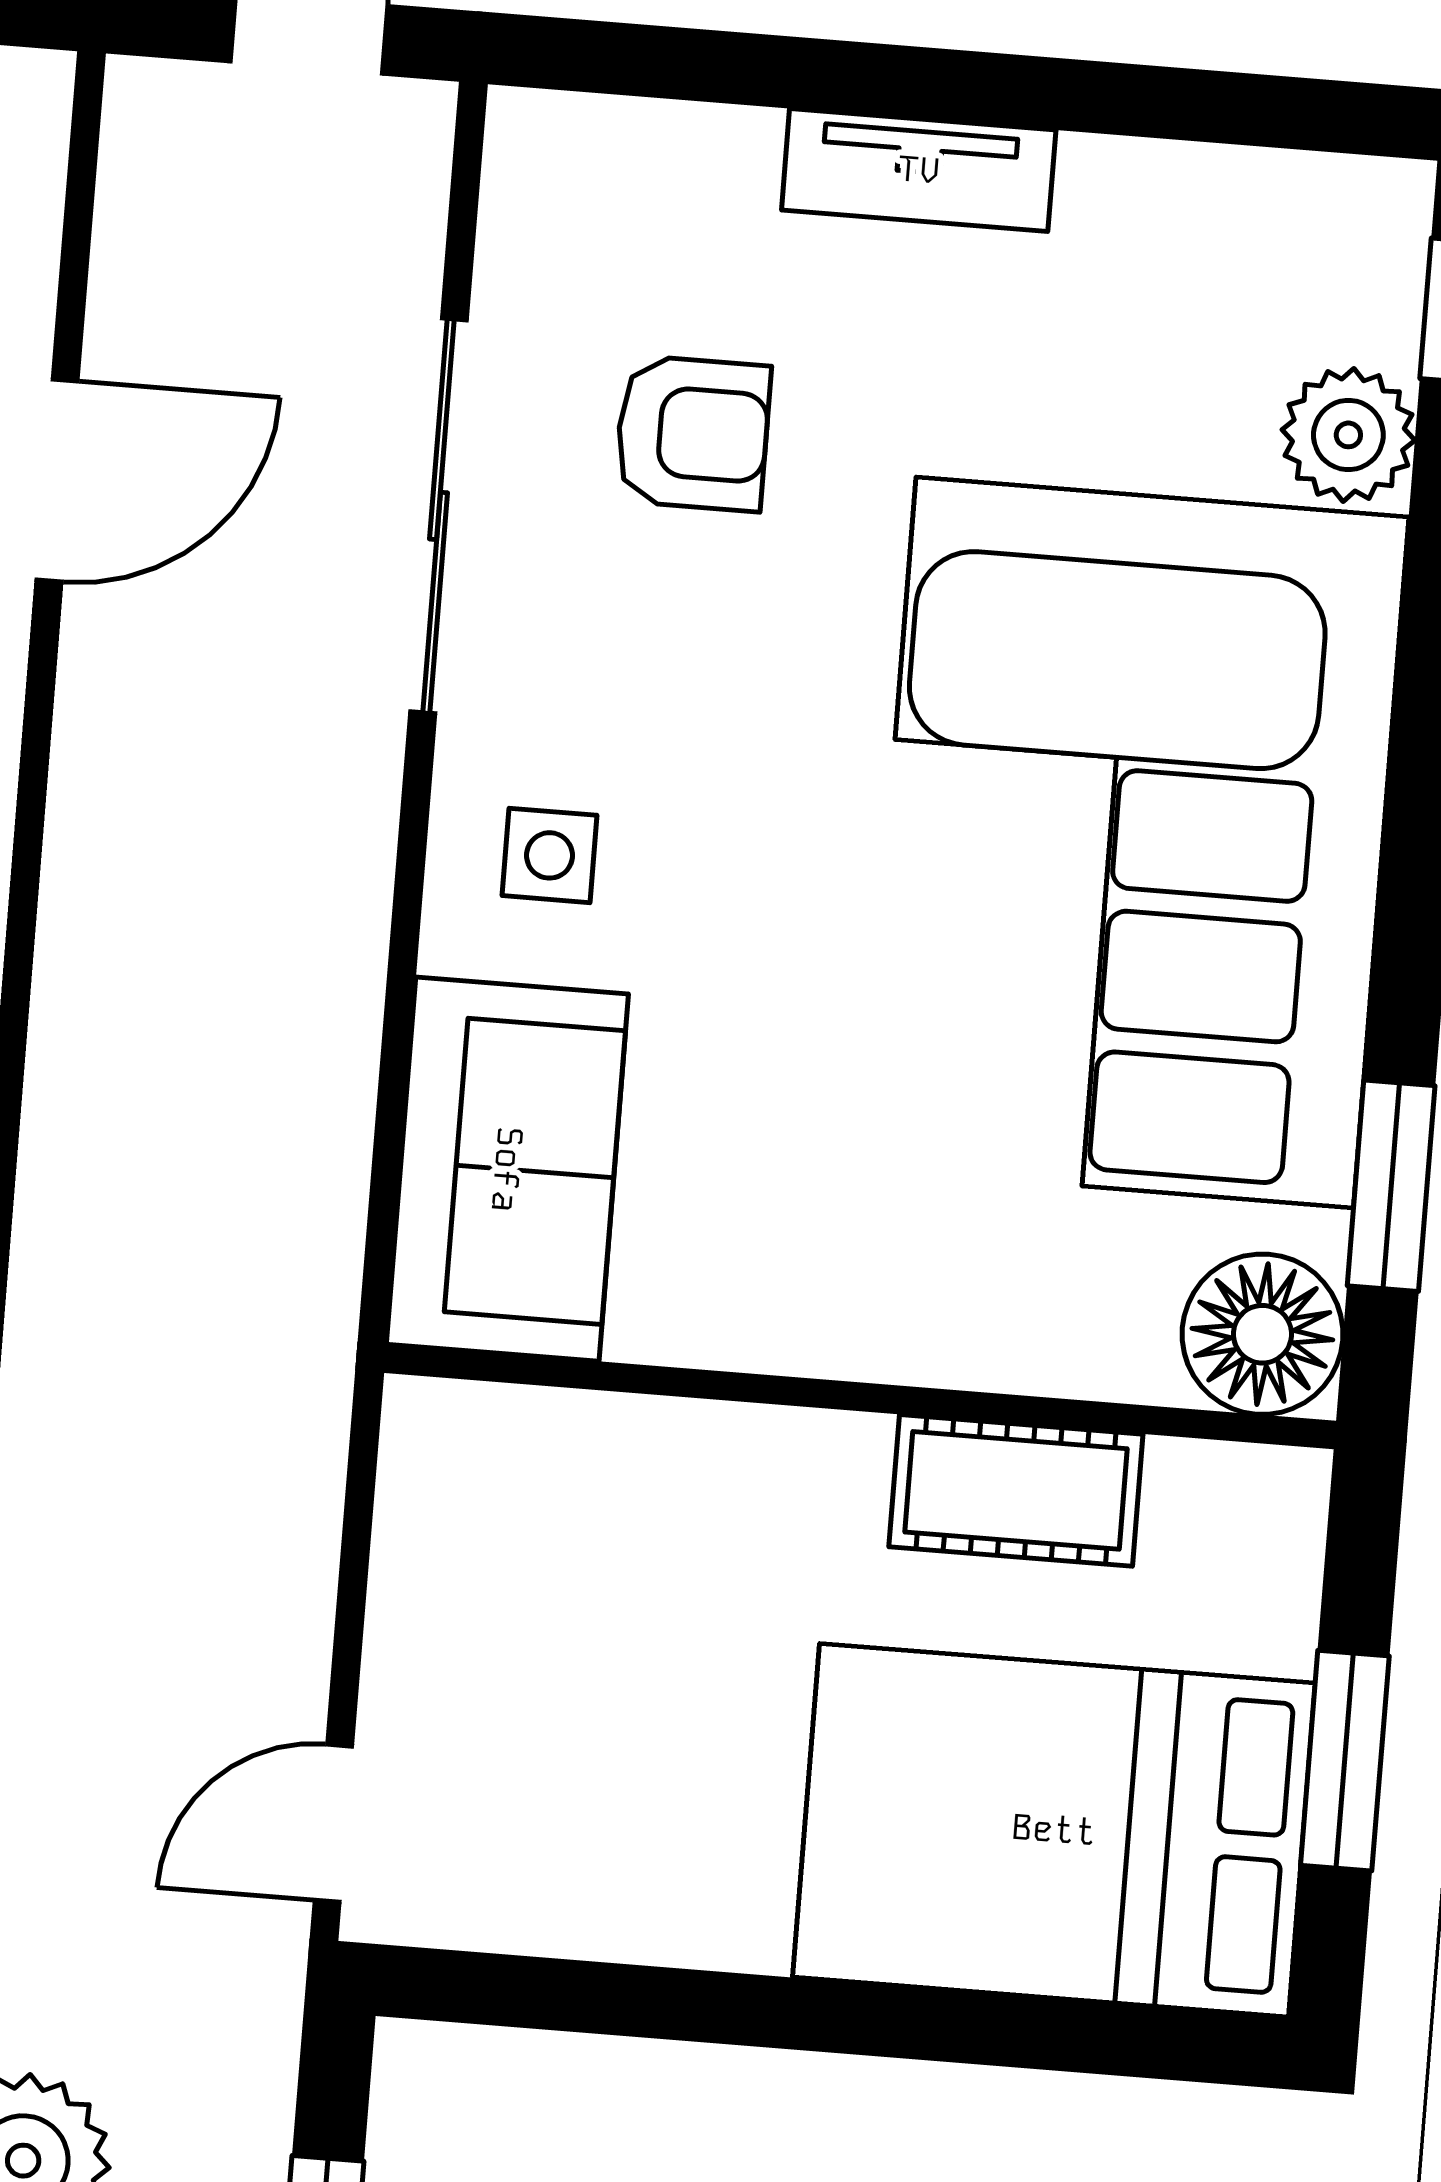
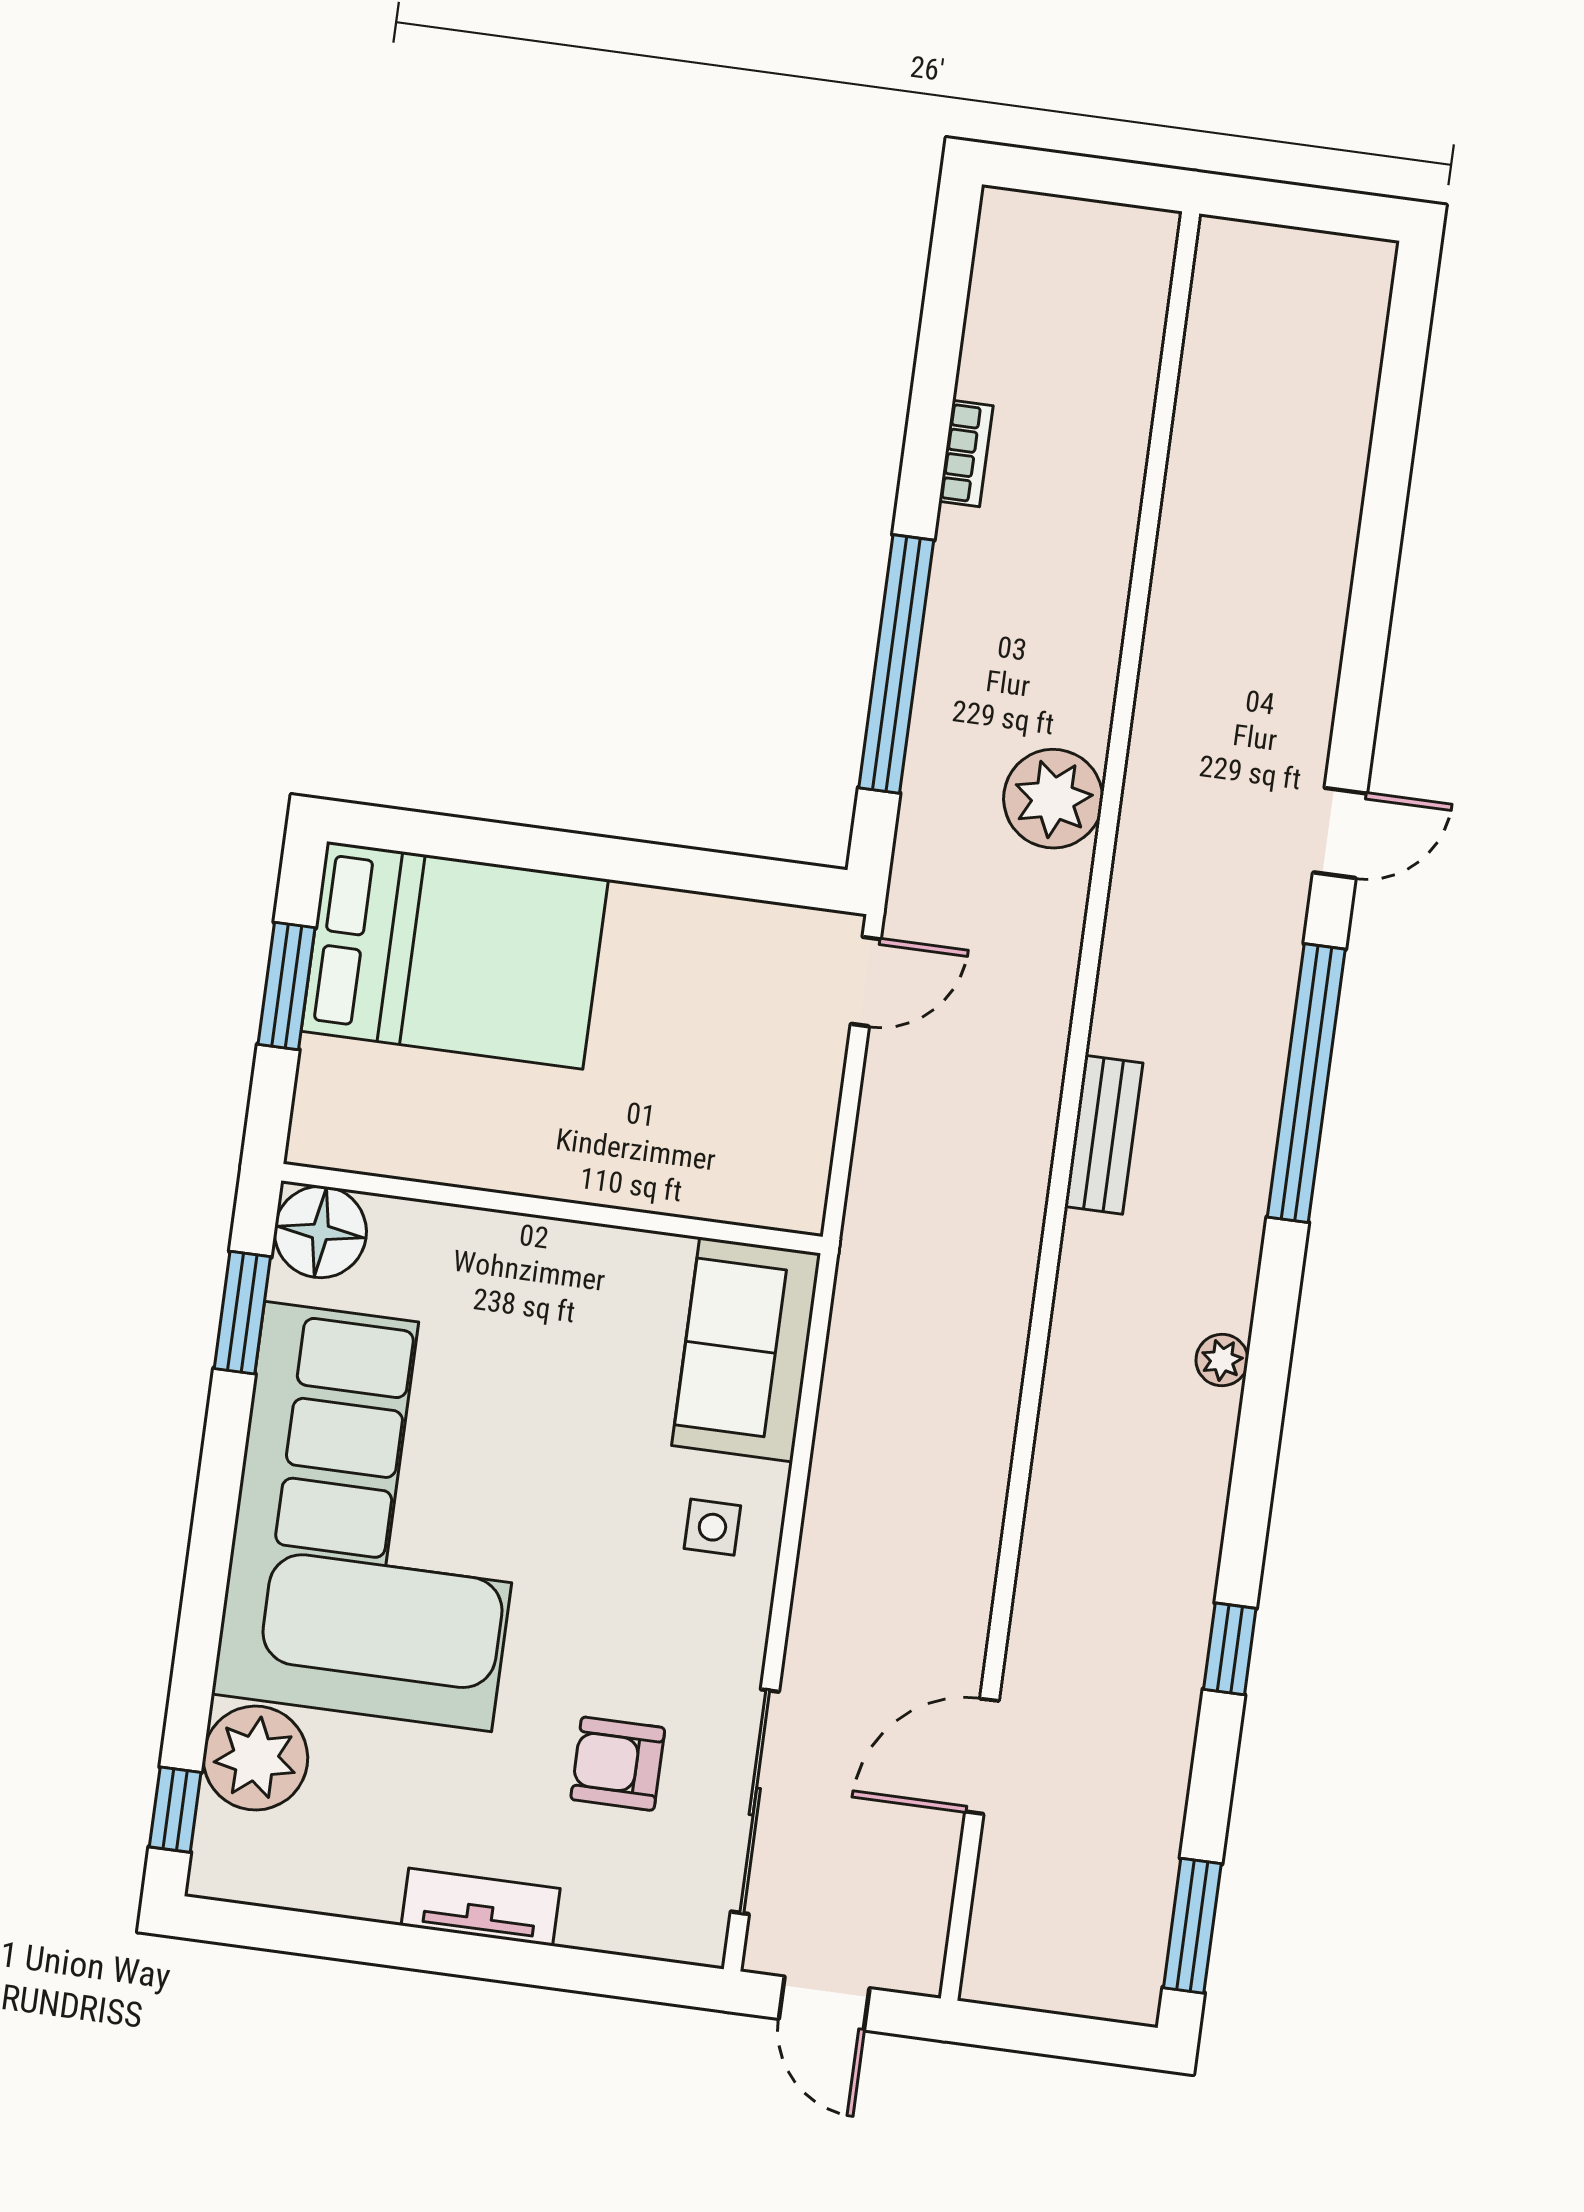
plant: (1348, 435) -> (255, 1758), width x1.36, depth x1.36
sliding door: (439, 516) -> (755, 1802), moved
cot: (1016, 1490) -> (466, 1150), removed

